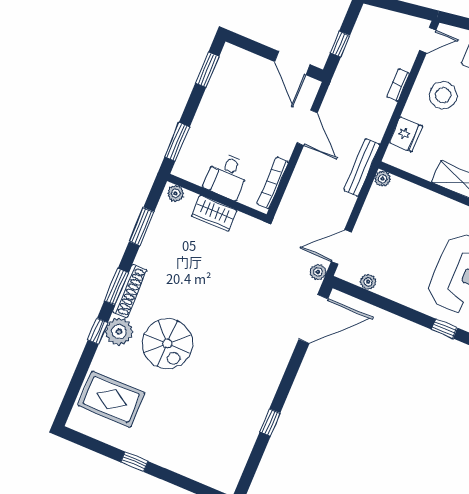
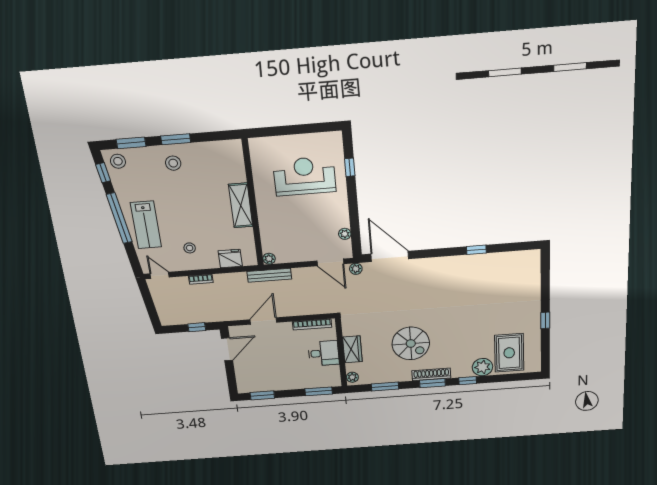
stool: (443, 95) -> (190, 248), width x0.53, depth x0.53
plant: (119, 332) -> (482, 367), moved
spiral stairs: (167, 343) -> (411, 343), moved, turned 90

